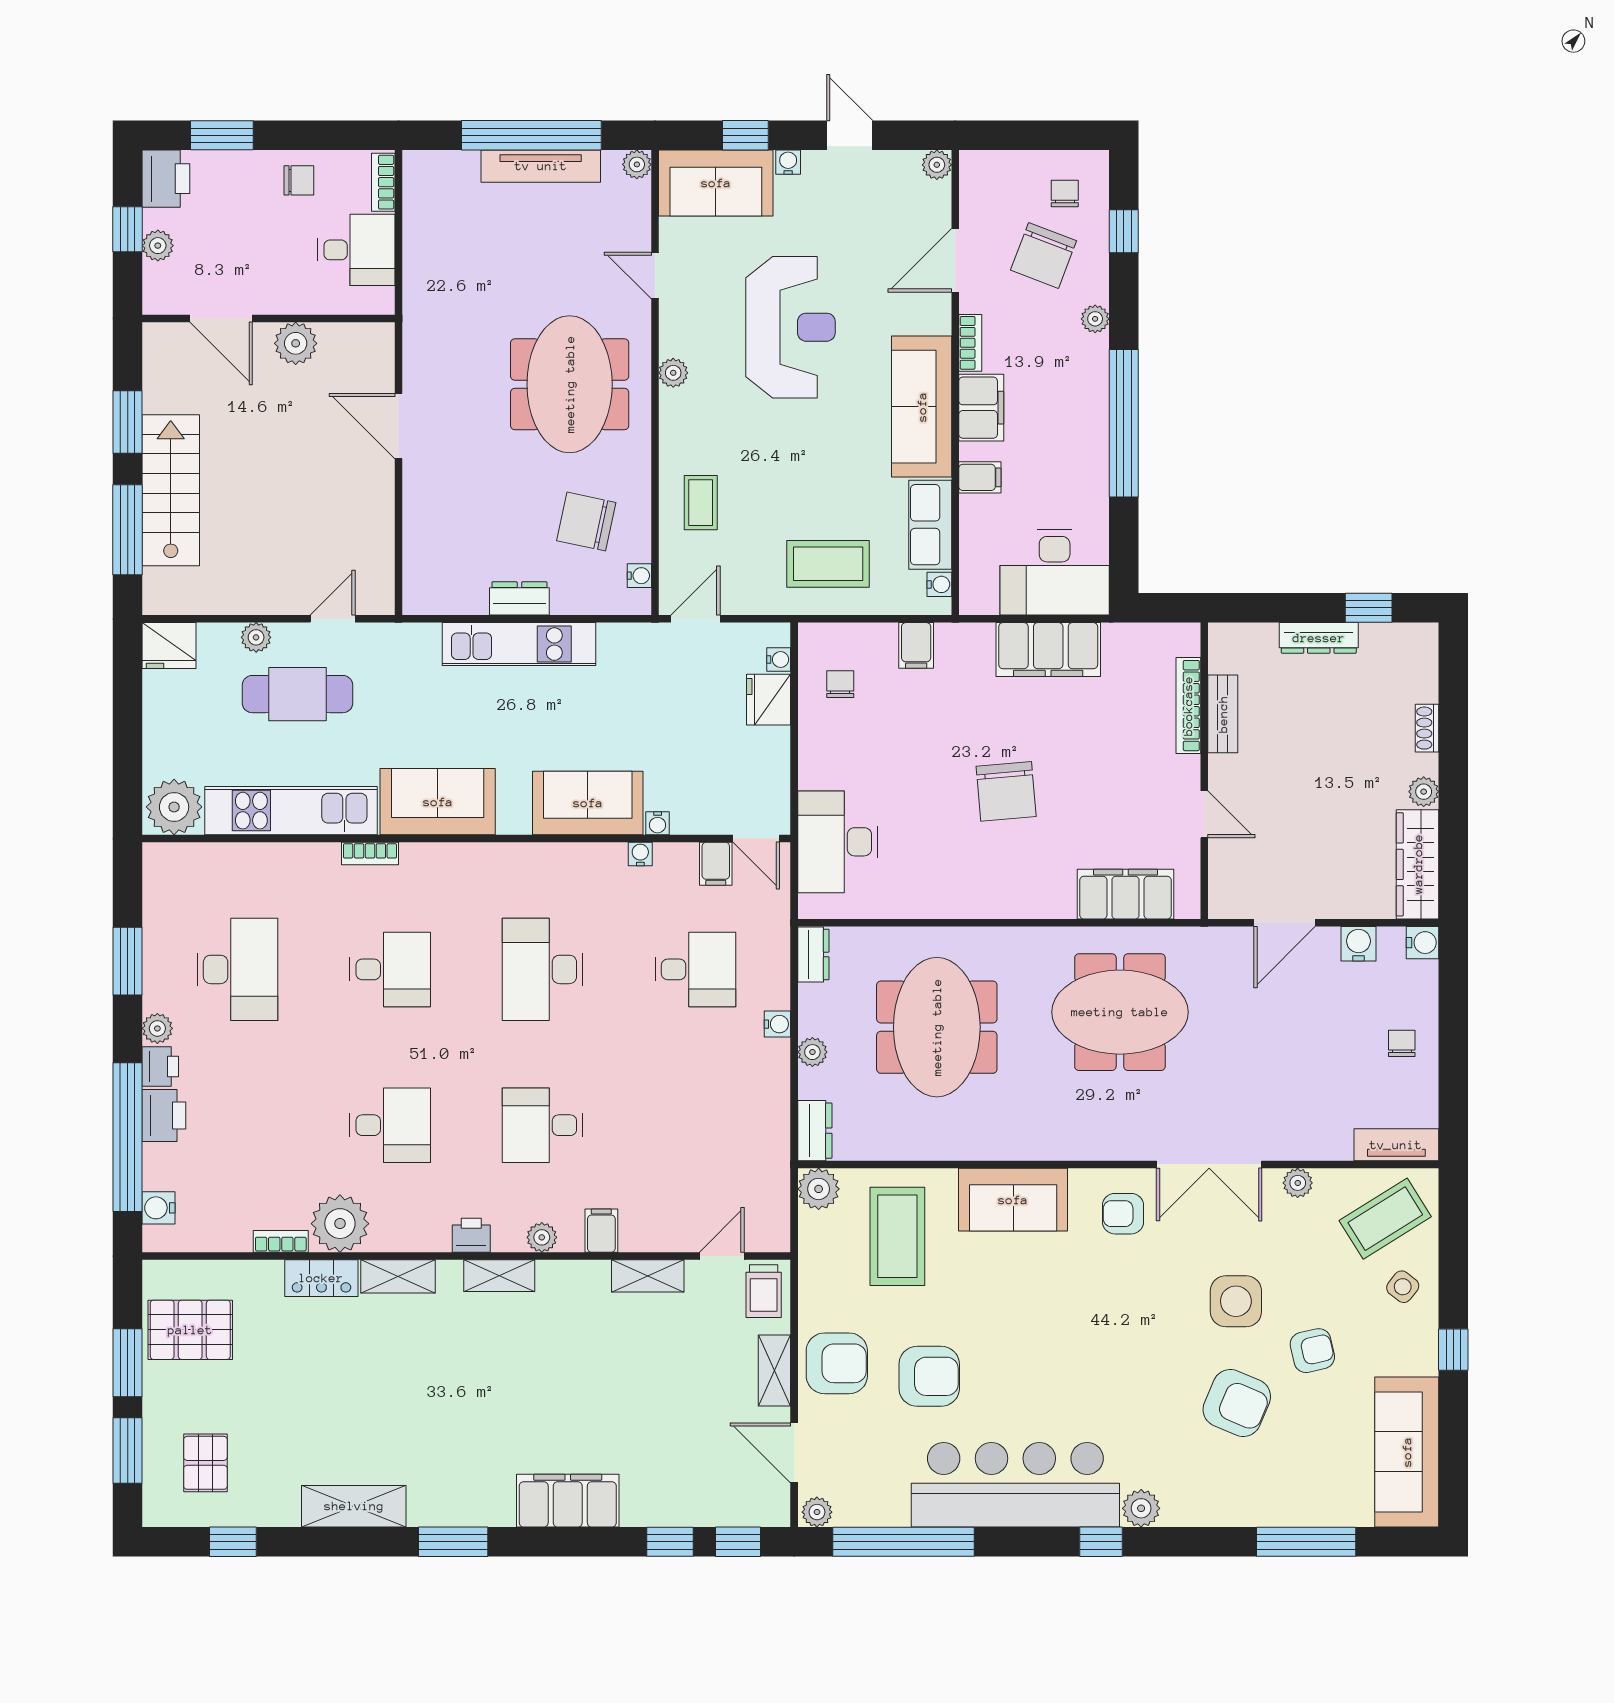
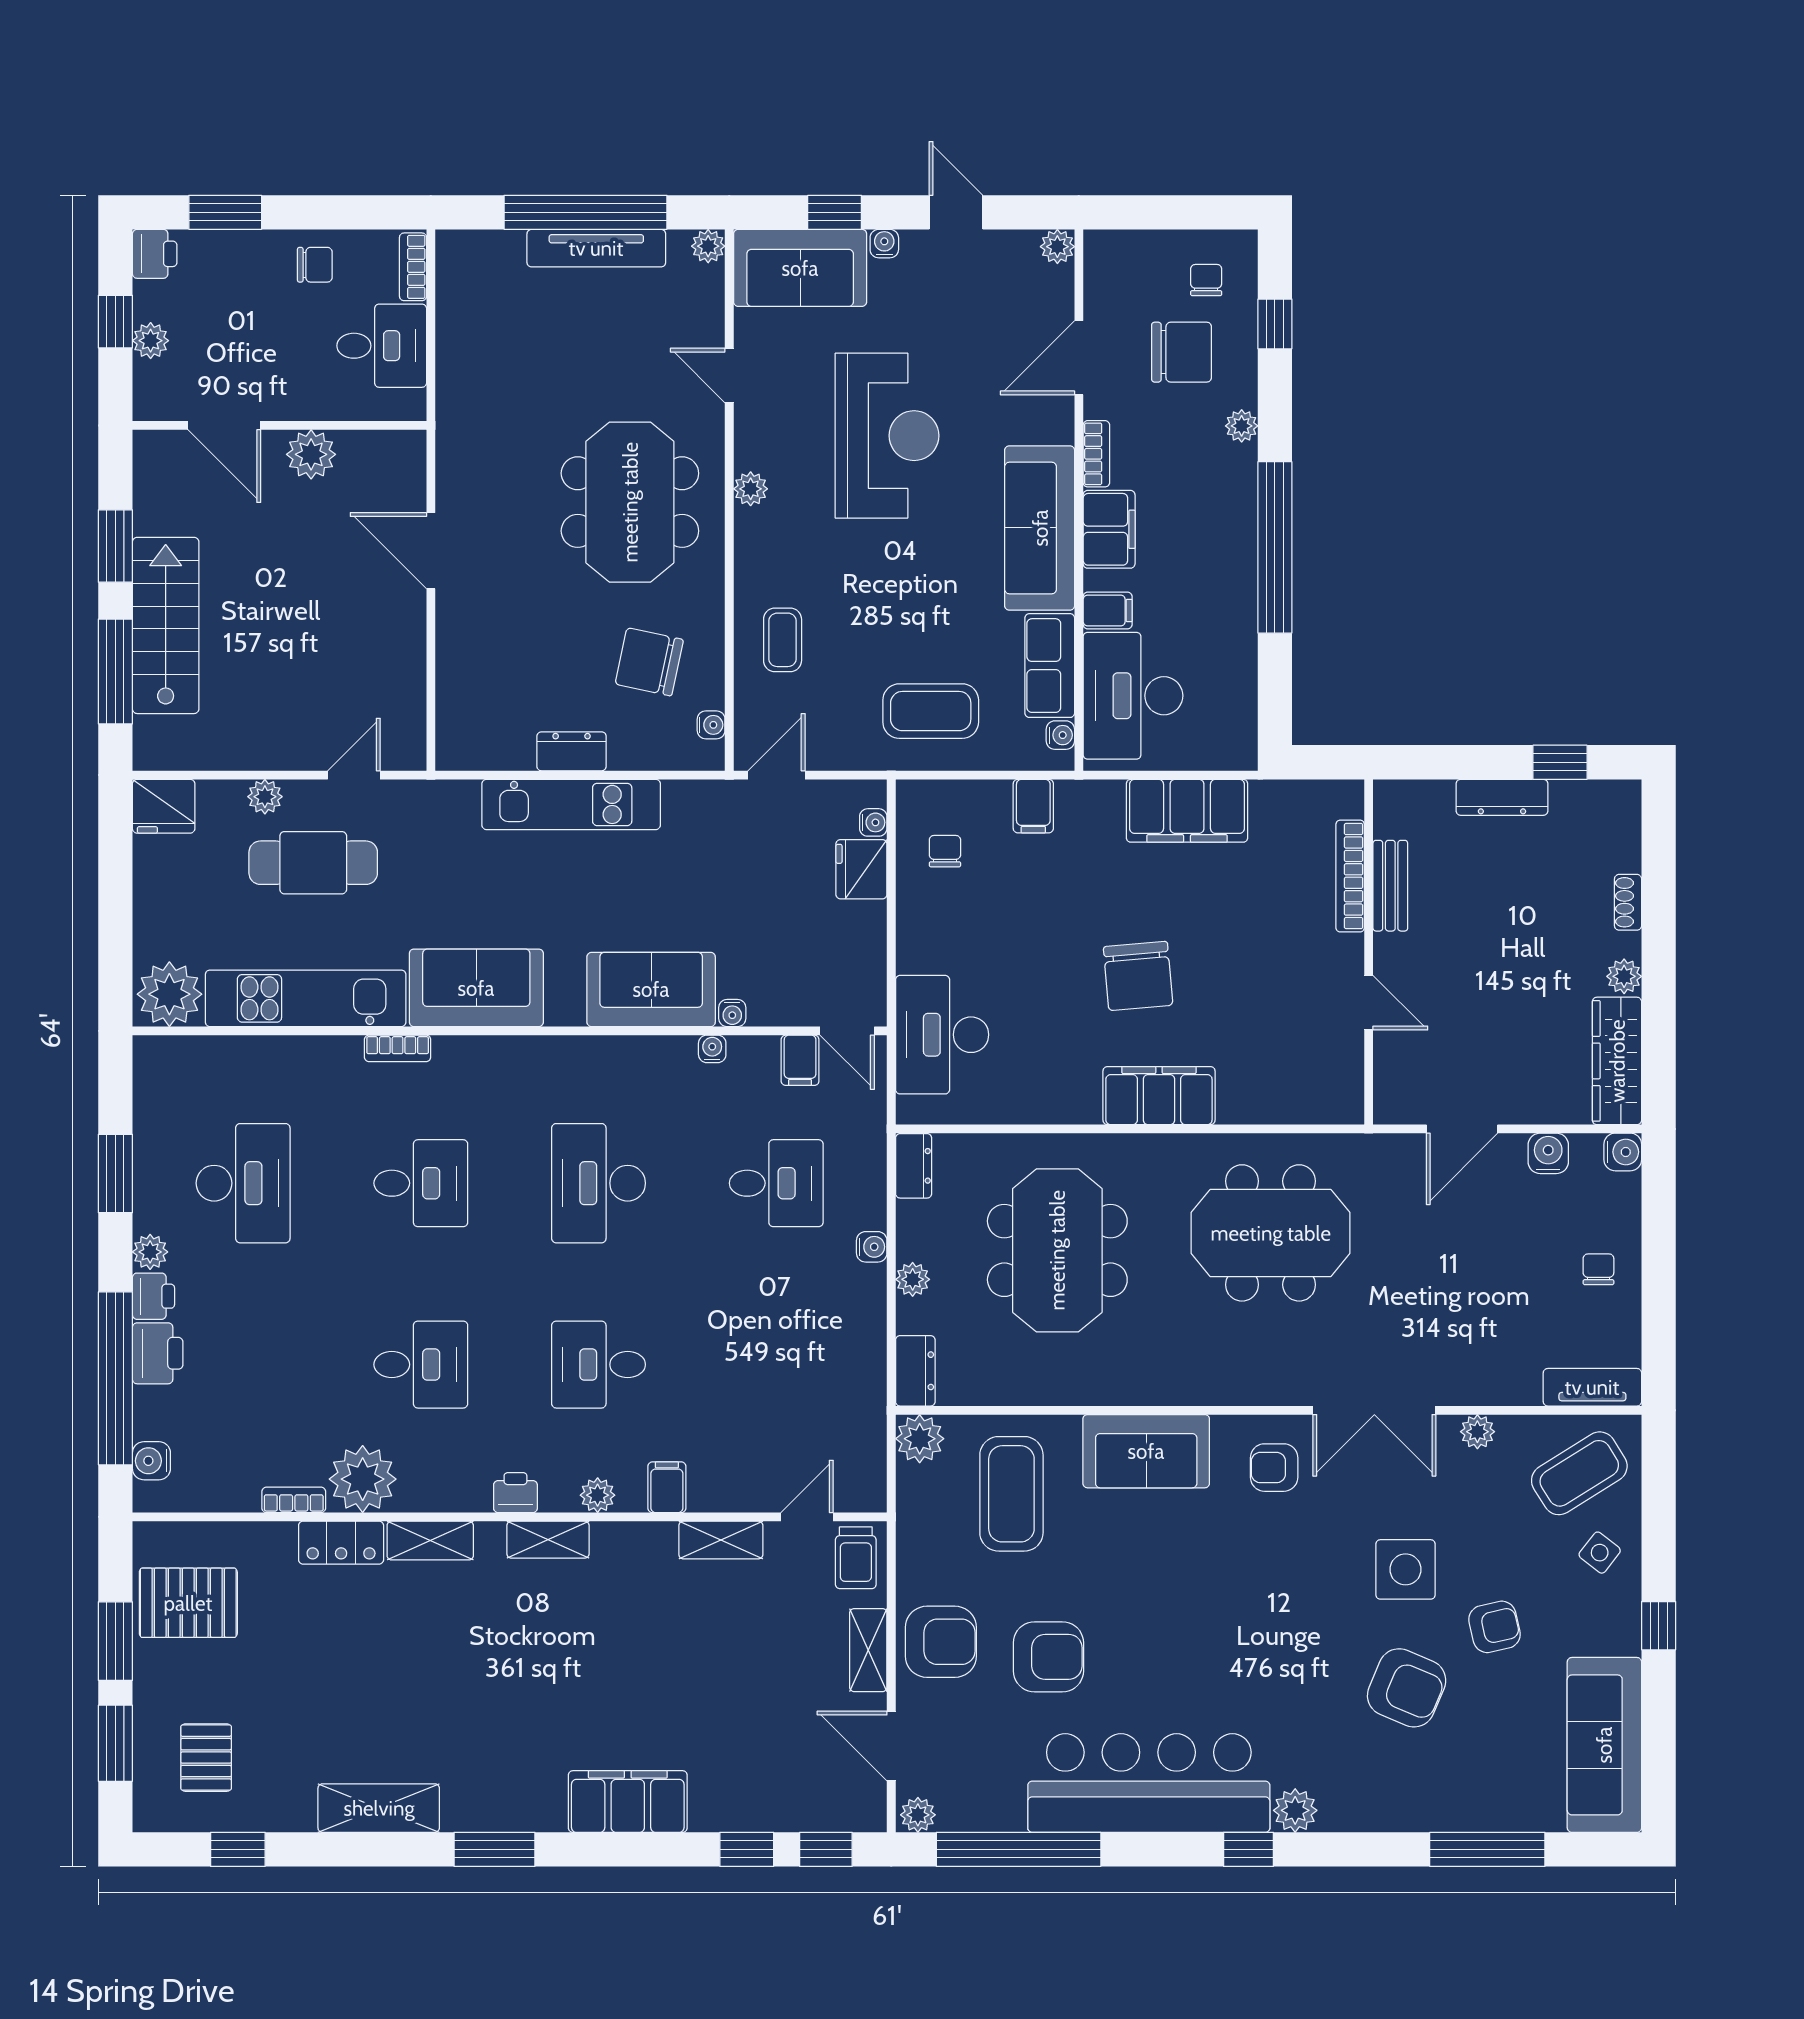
printer: (166, 179) -> (155, 254), width x0.73, depth x0.81
chair: (1043, 255) -> (1182, 352), turned -111
desk: (1055, 572) -> (1133, 696), moved, turned 90
filing cabinet: (1125, 894) -> (1159, 1096), moved

